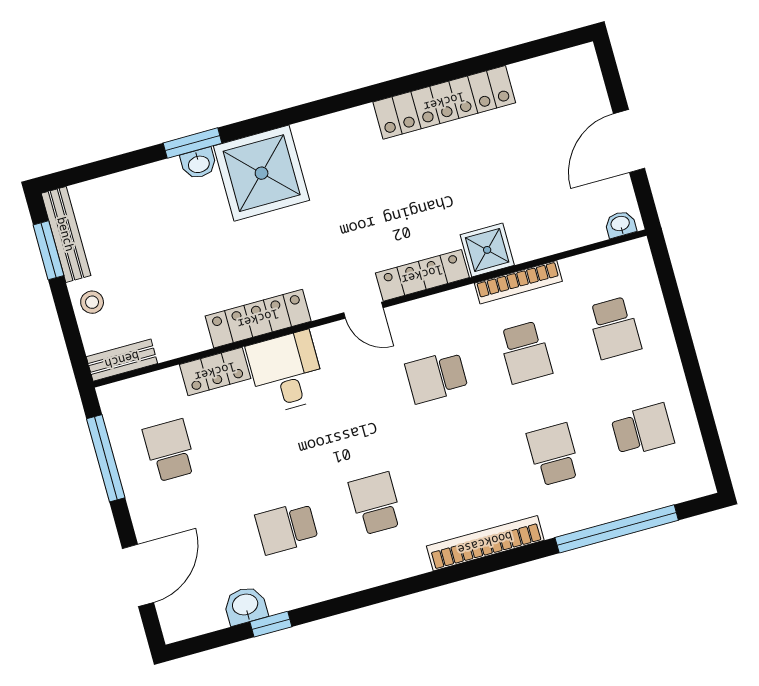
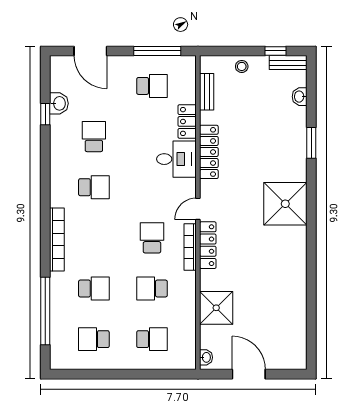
locker: (444, 102) -> (296, 282), removed
washbasin: (199, 164) -> (300, 97), moved
shower: (262, 173) -> (285, 204), moved
bench: (66, 234) -> (288, 63), width x0.73
window: (48, 250) -> (276, 51), width x0.67
shower: (487, 250) -> (216, 308), moved, width x1.36, depth x1.36
bookcase: (518, 282) -> (190, 247), moved
school desk: (614, 328) -> (152, 339), turned 180
bench: (122, 360) -> (207, 92), moved
school desk: (643, 430) -> (94, 339), turned 90

